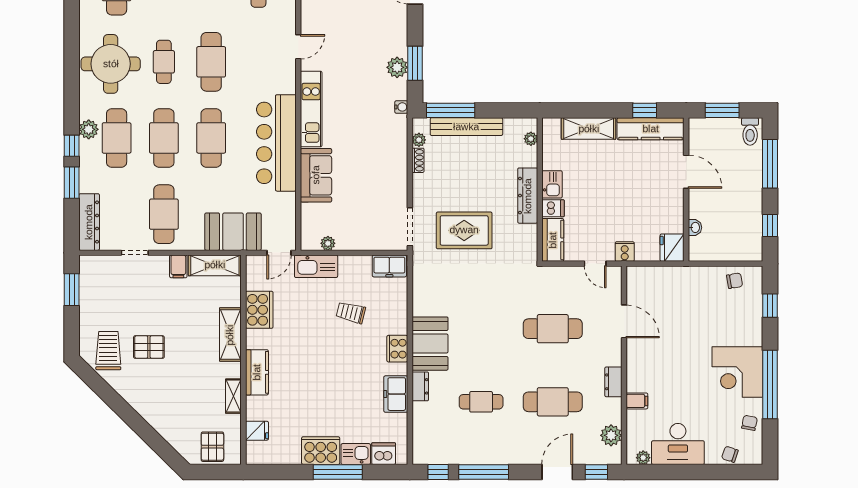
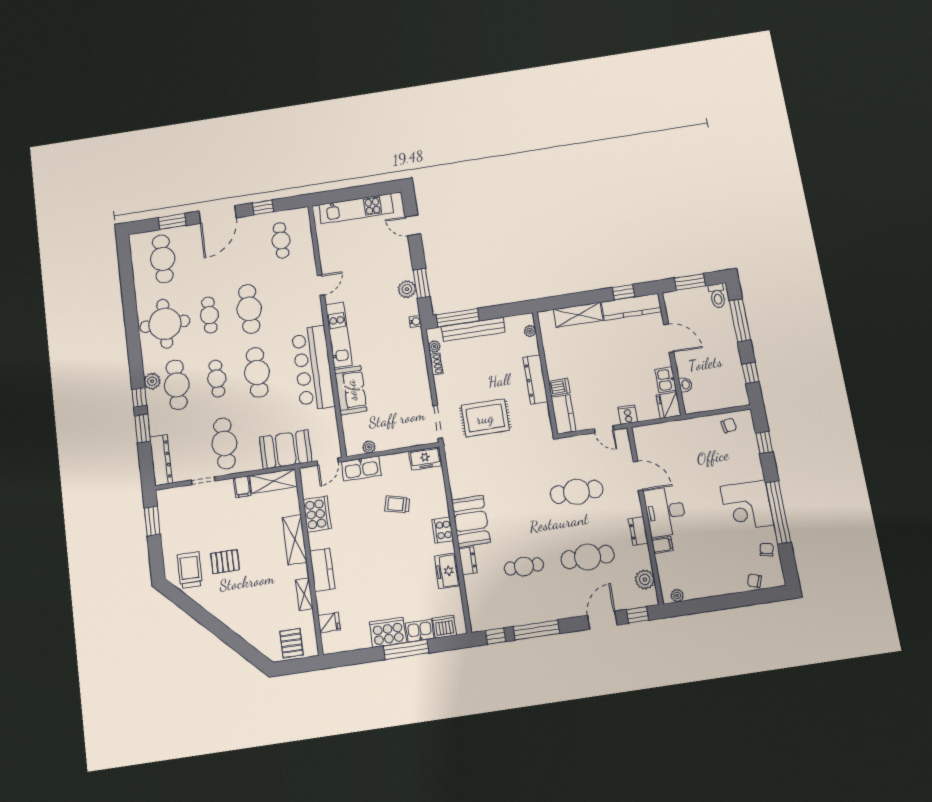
cafe table: (164, 138) -> (217, 379), width x0.73, depth x0.74
kitchen sink: (552, 184) -> (666, 380), moved, turned 180
desk: (678, 444) -> (665, 511), moved, turned 90

